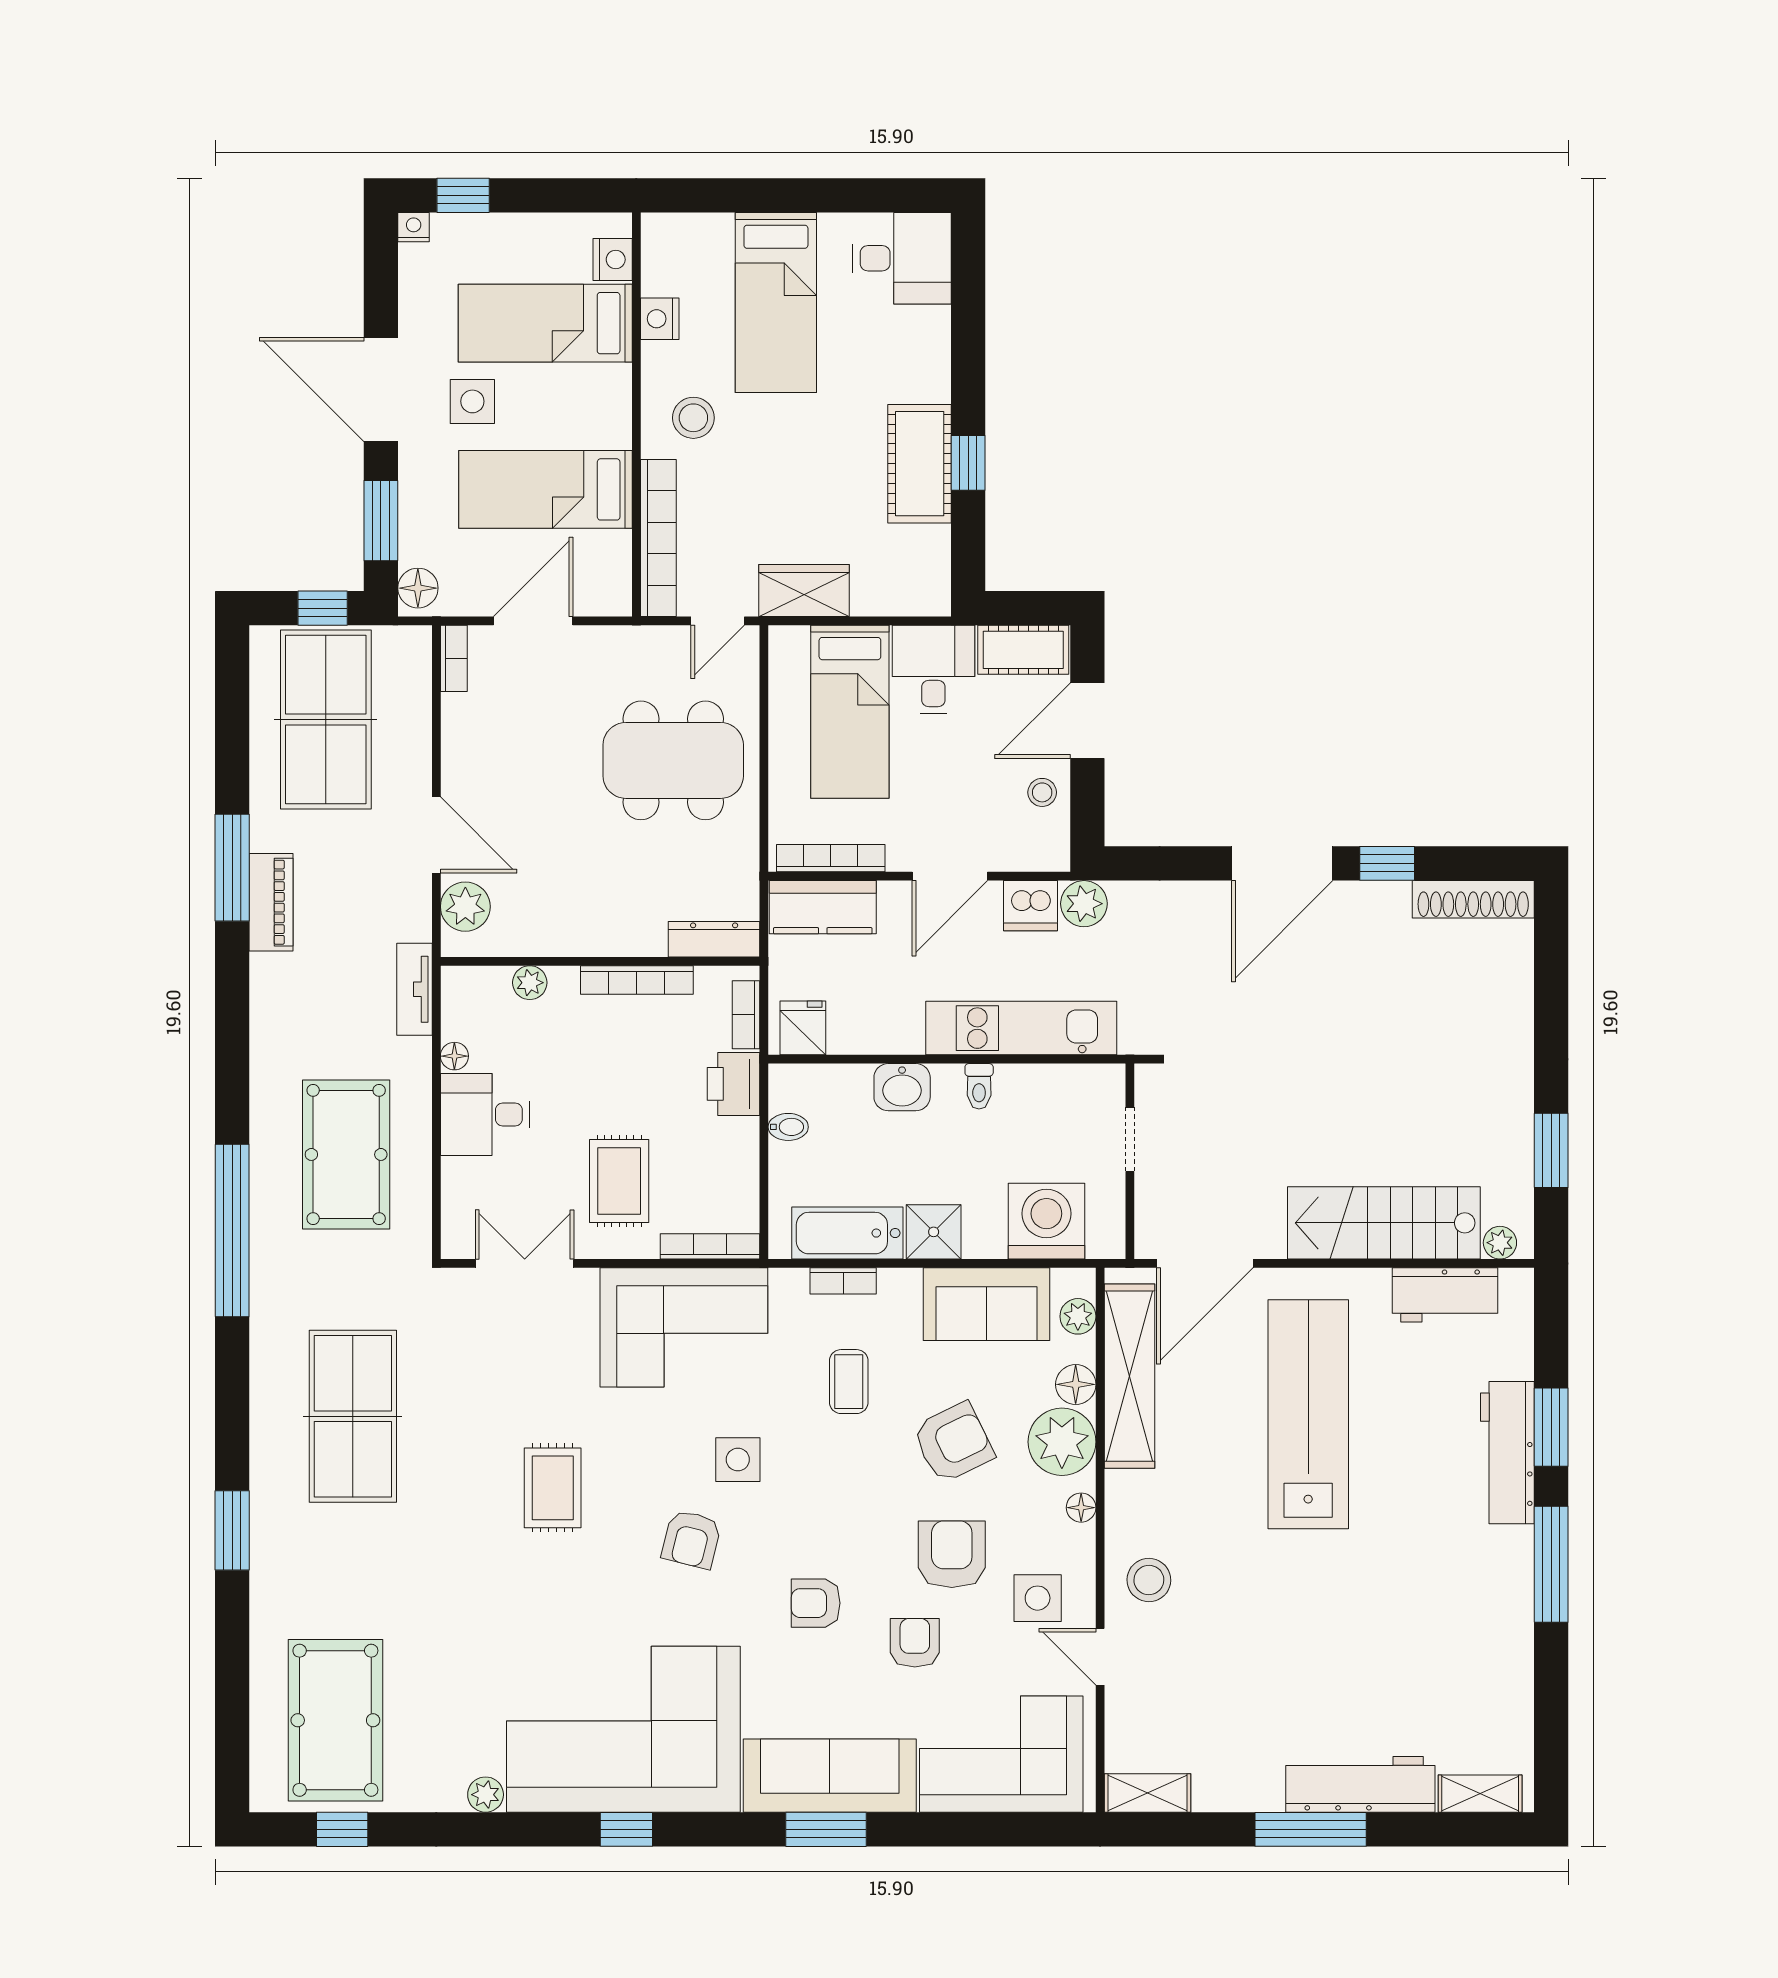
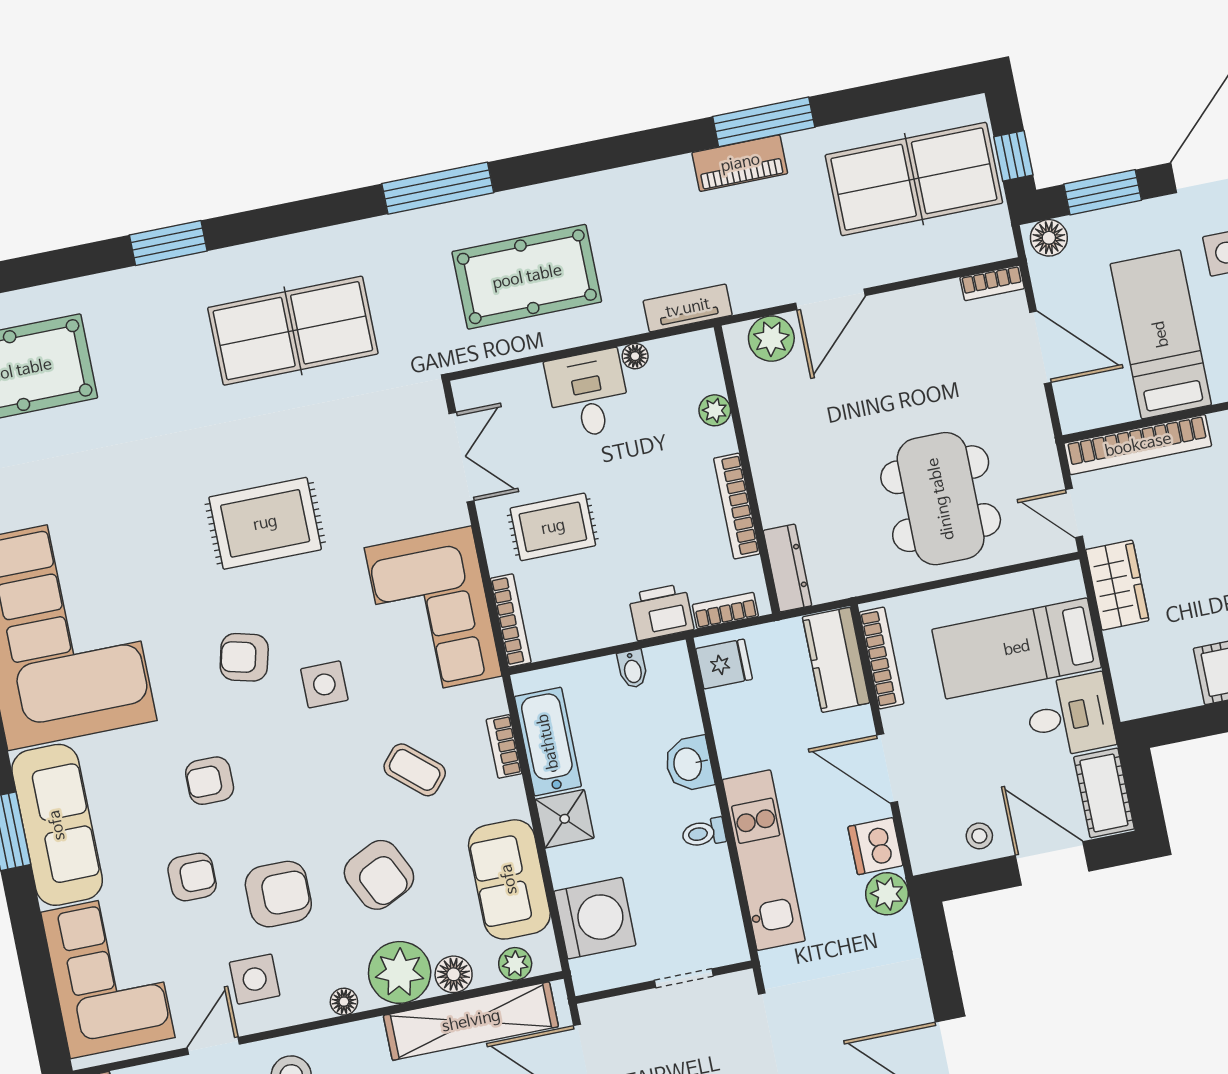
window: (232, 1230) -> (438, 188), width x0.68
coffee table: (849, 1382) -> (415, 770), turned 41
rug: (553, 1488) -> (265, 523), width x1.36, depth x1.43
armchair: (816, 1603) -> (210, 781), turned -90

